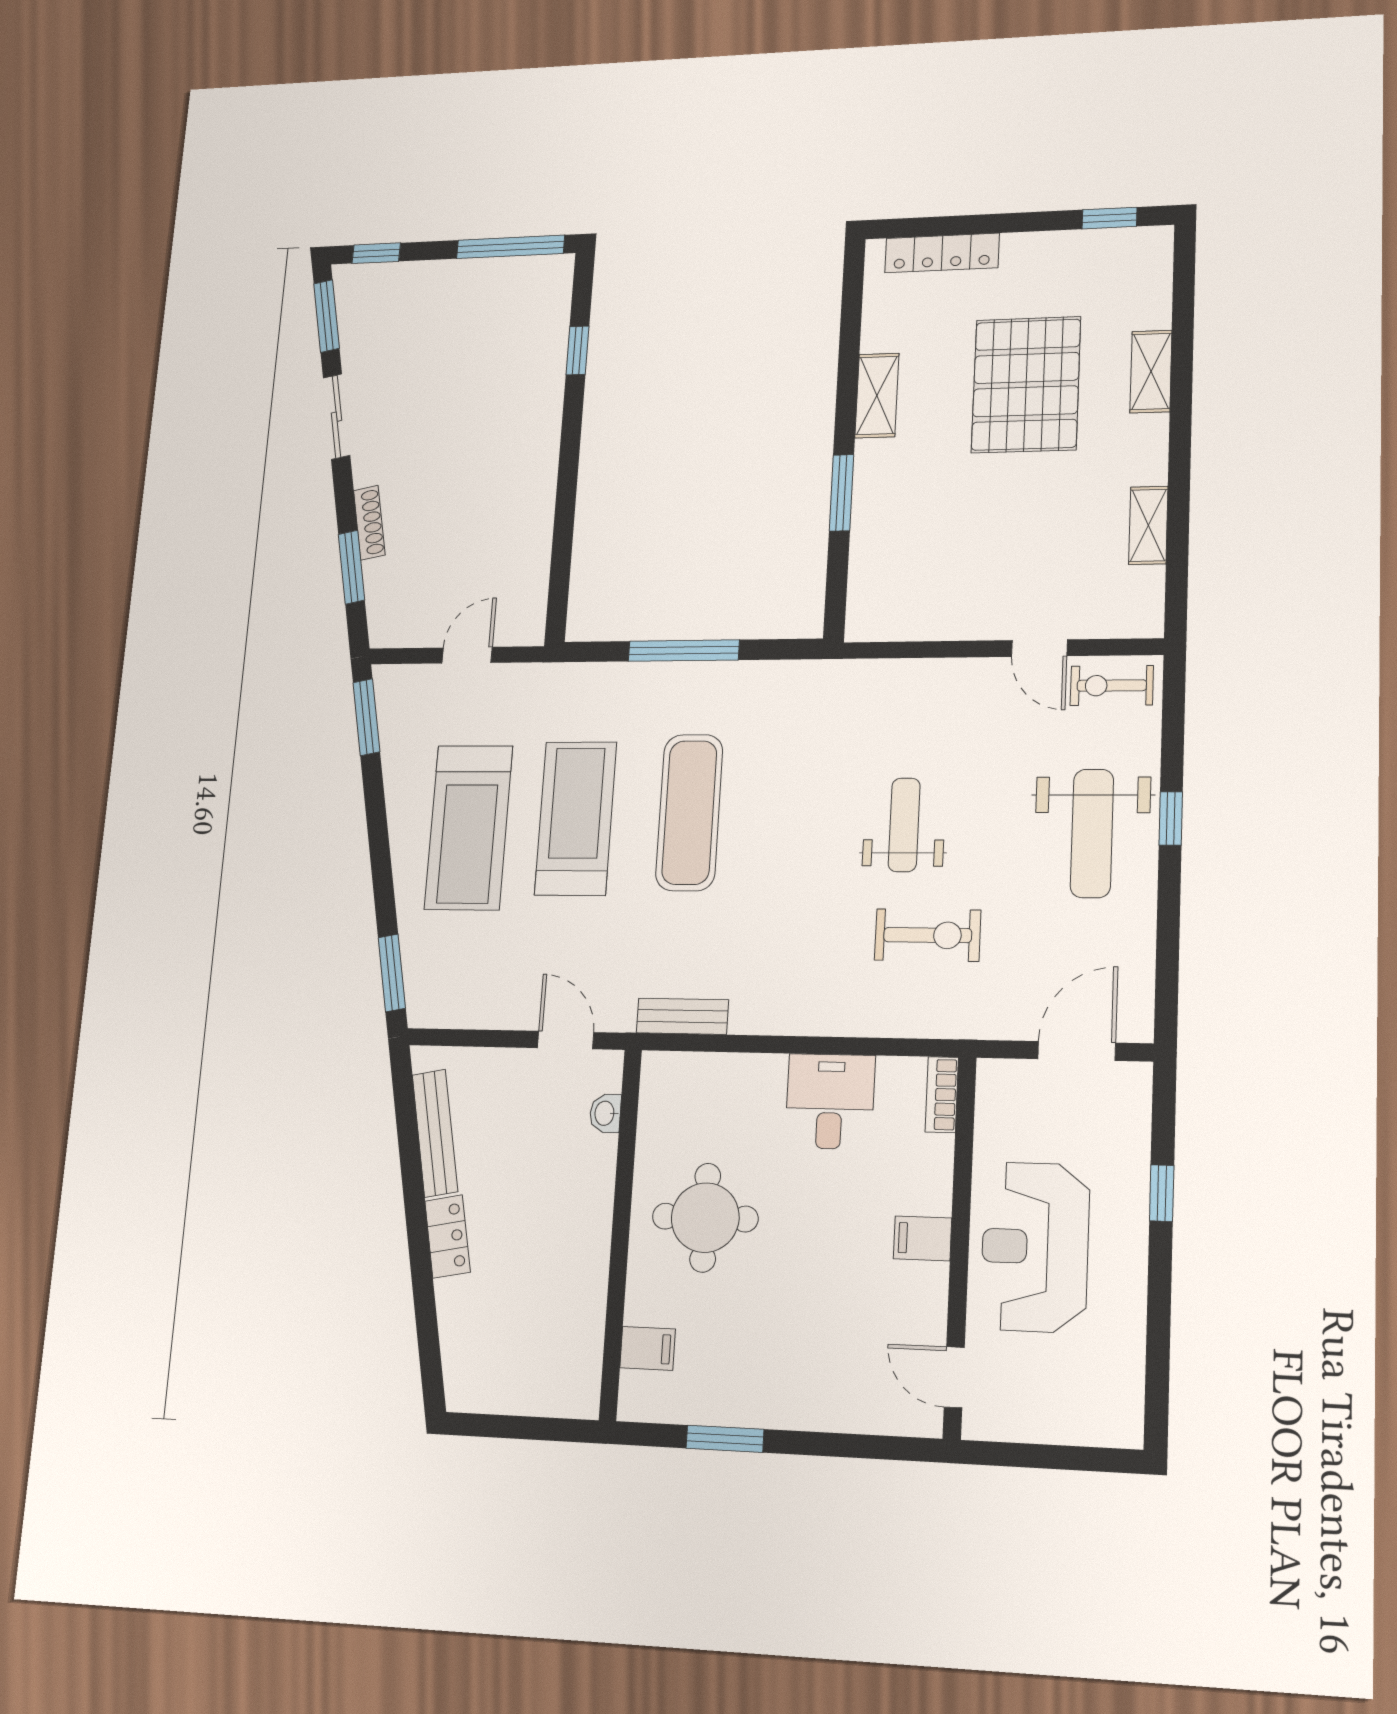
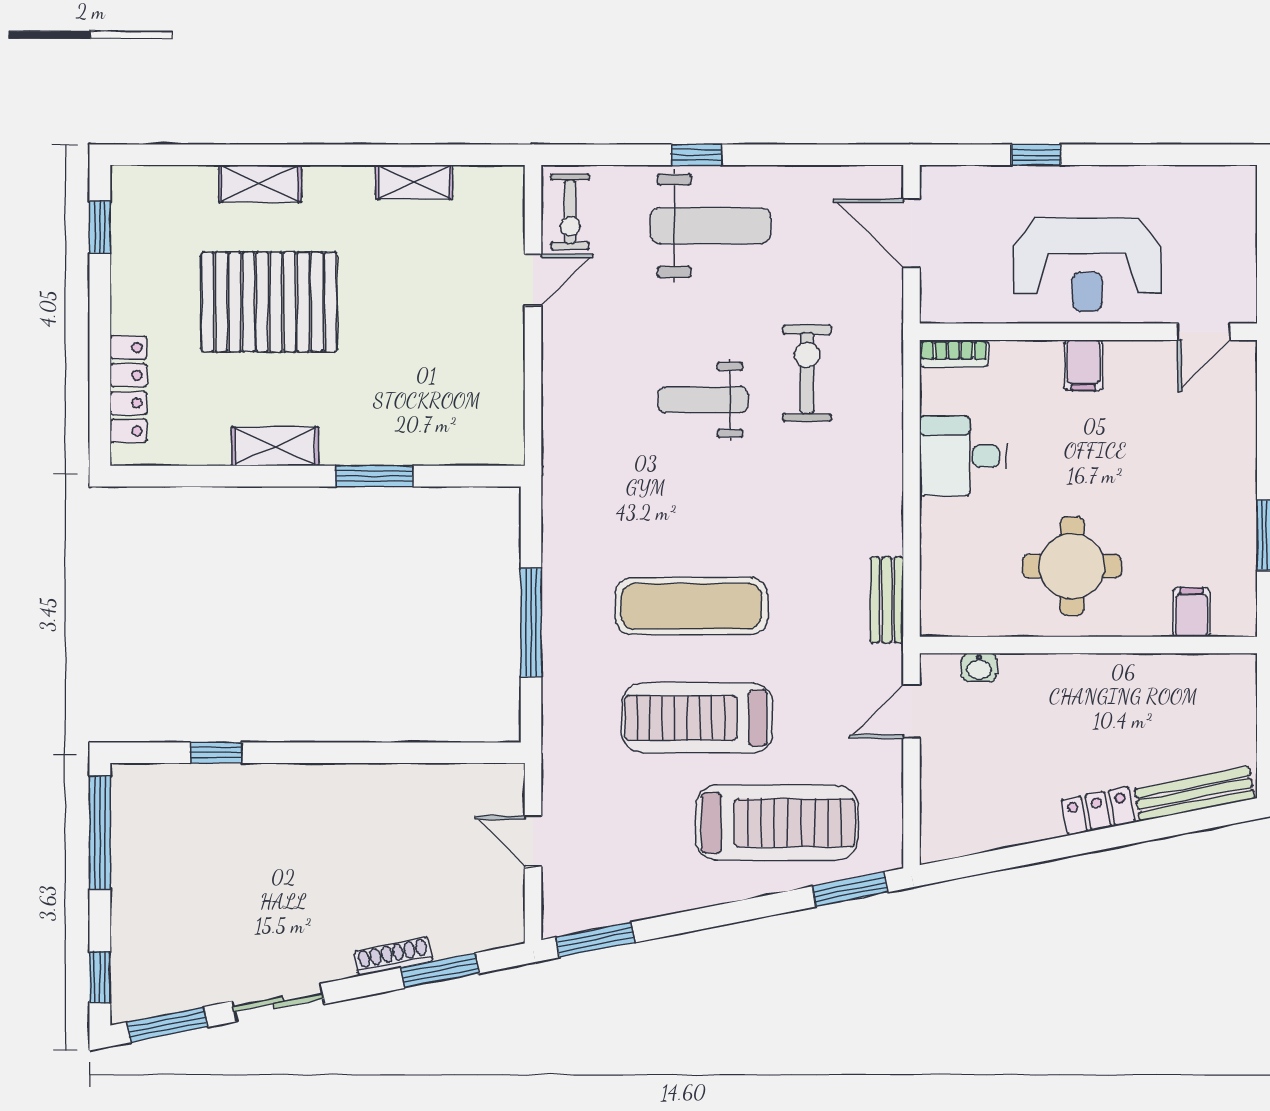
treadmill: (469, 827) -> (777, 823), moved
bench: (435, 1133) -> (1195, 794), moved

